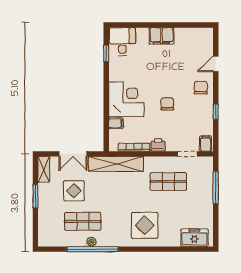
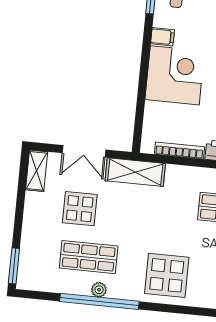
filing cabinet: (116, 123) -> (162, 37), moved
shelving: (116, 164) -> (135, 172), width x0.68
window: (35, 196) -> (14, 266), moved
display table: (145, 225) -> (167, 275), moved

